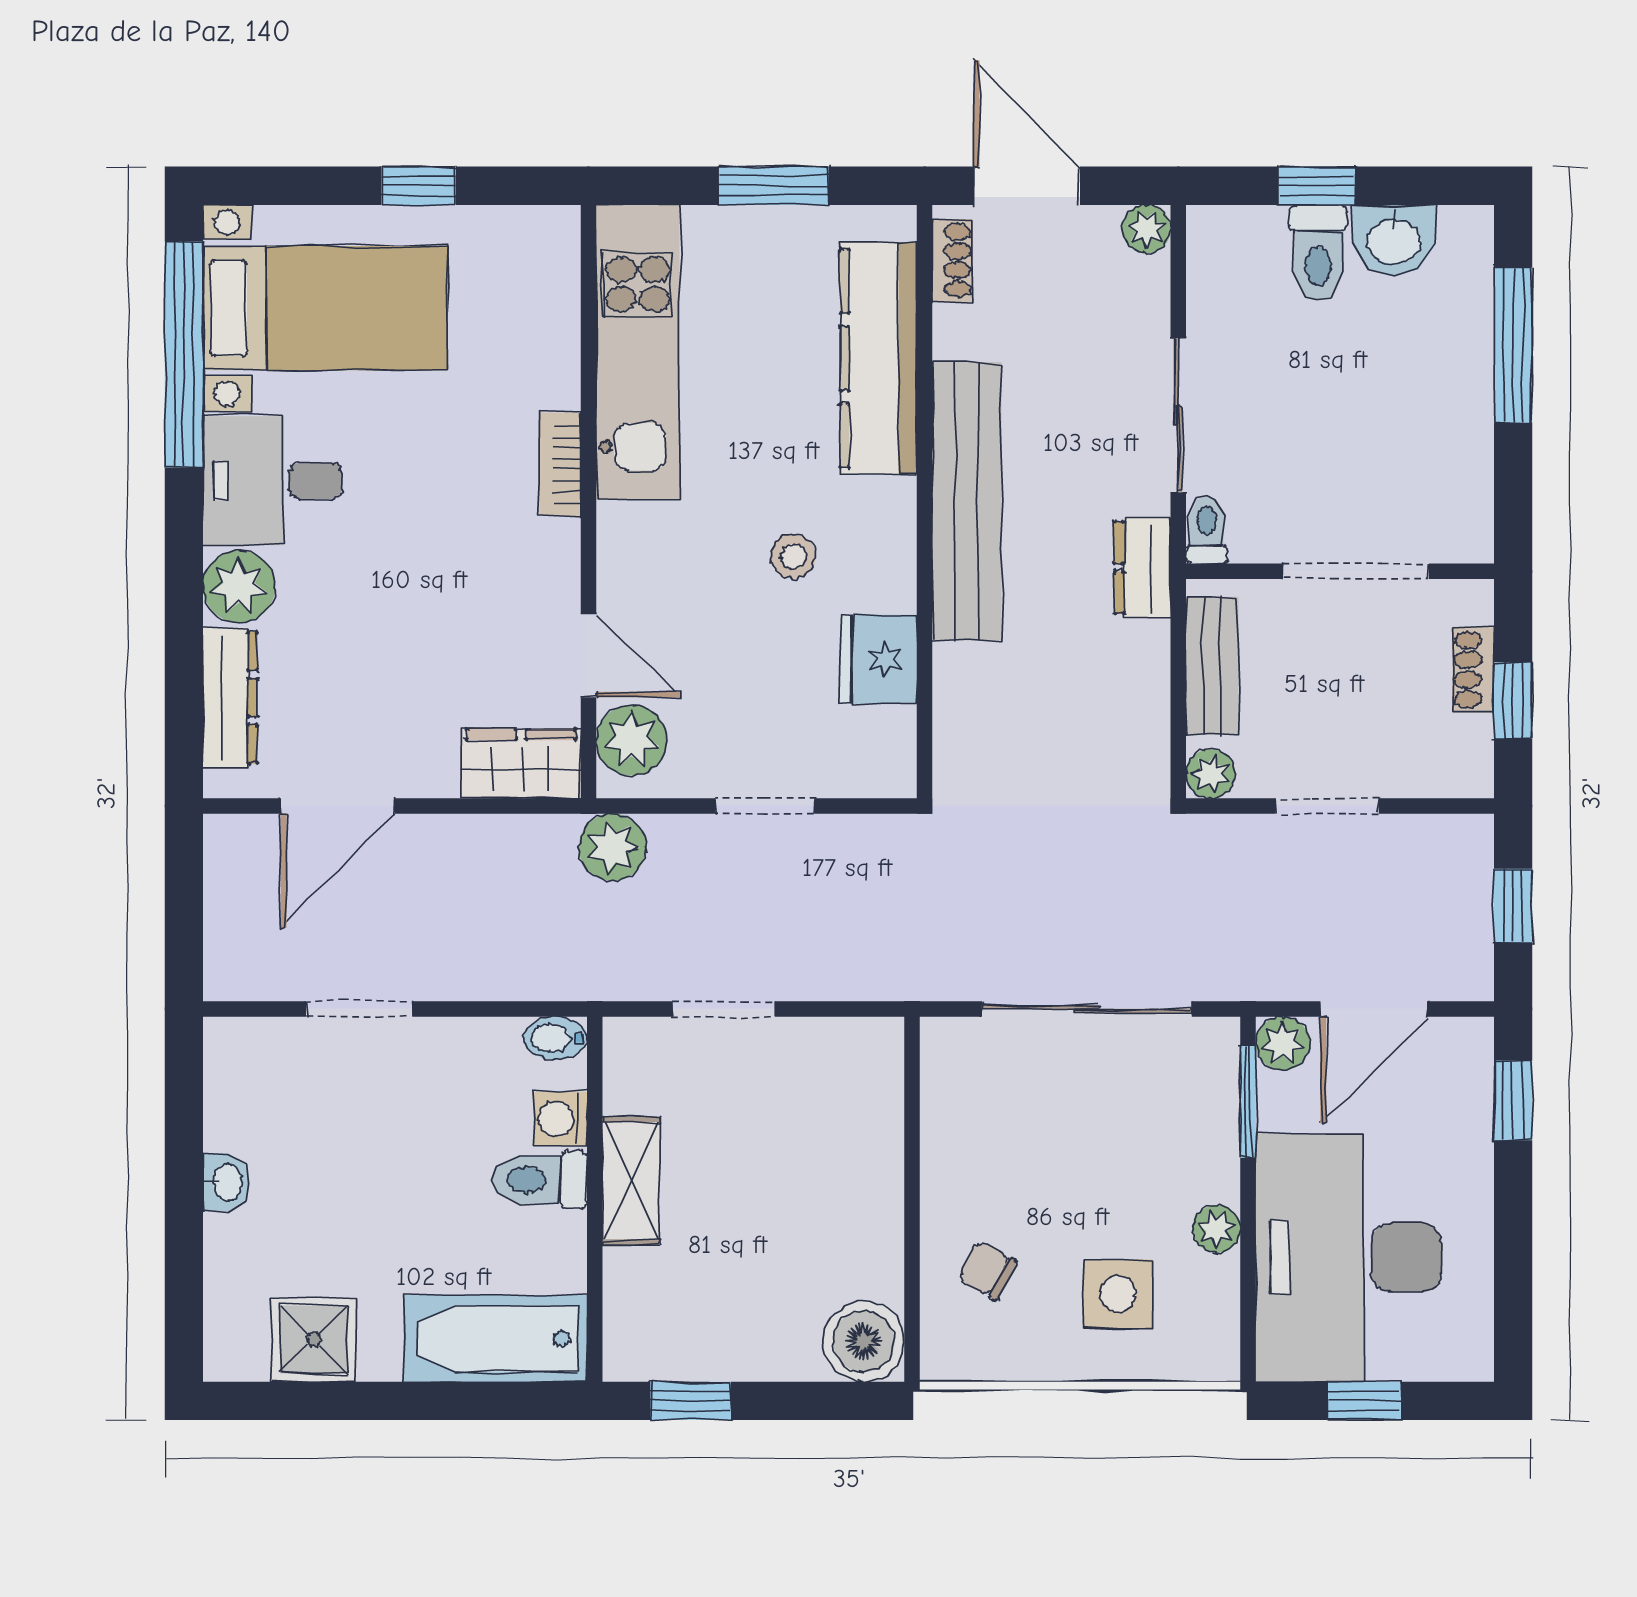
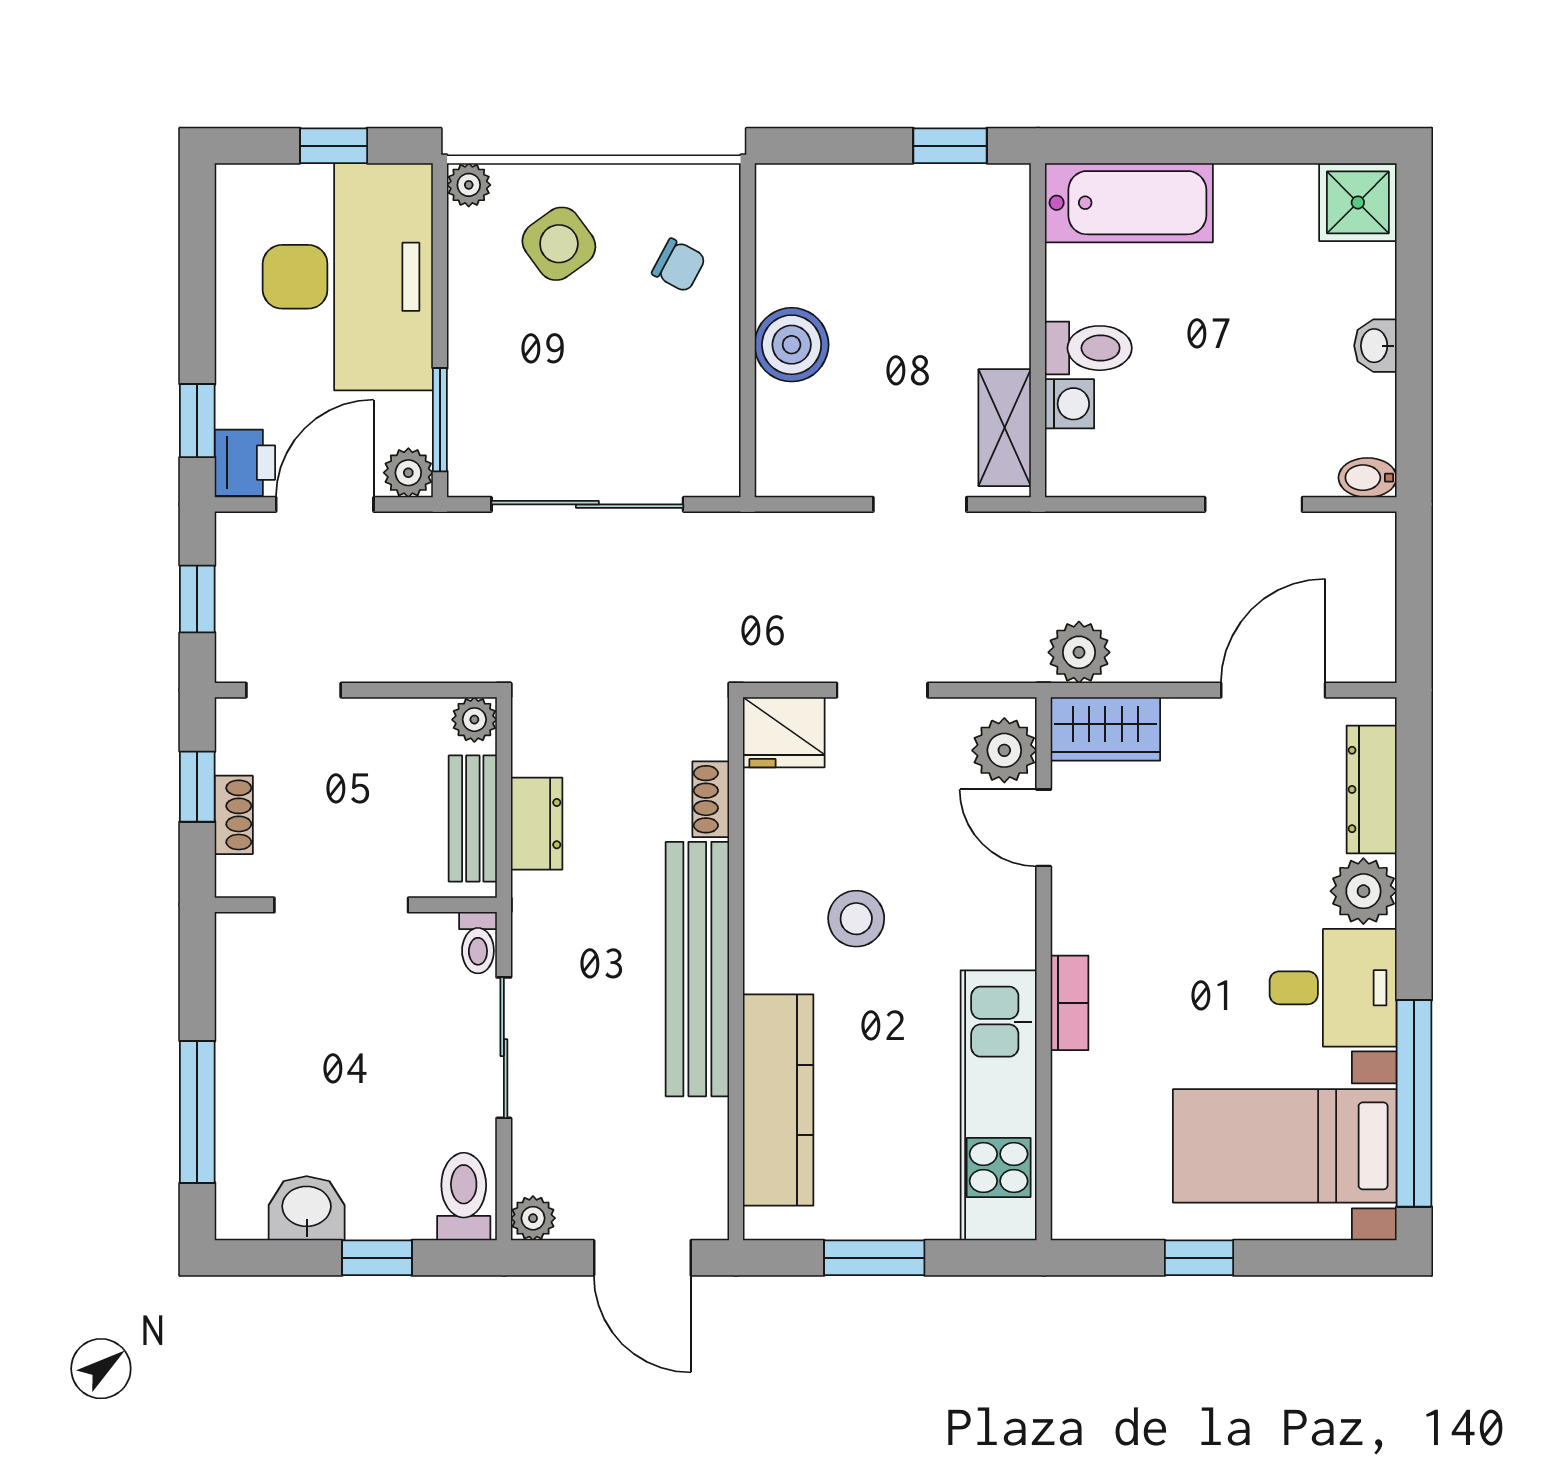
toilet: (1318, 253) -> (464, 1197), moved
shoe rack: (952, 260) -> (711, 799), moved
stool: (793, 556) -> (856, 919), width x1.37, depth x1.37
dresser: (1142, 568) -> (537, 824), moved
fridge: (879, 659) -> (784, 732), moved, turned 90
doorway: (1327, 806) -> (294, 690), moved
plant: (613, 847) -> (1079, 652), moved
bidet: (555, 1038) -> (1367, 478), moved, turned 180
printer: (1461, 1054) -> (245, 463), added
shelving: (631, 1181) -> (1005, 428), moved
plant: (1217, 1229) -> (469, 185), moved
side table: (1118, 1294) -> (559, 244), turned -36
shower: (314, 1340) -> (1358, 202), moved
boiler: (864, 1341) -> (792, 345), moved

